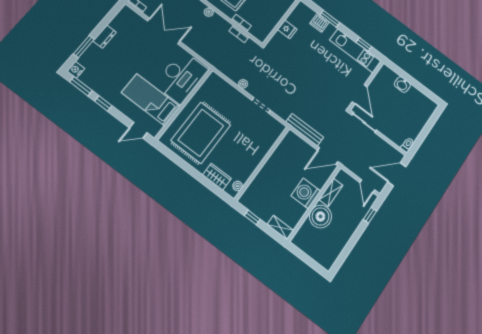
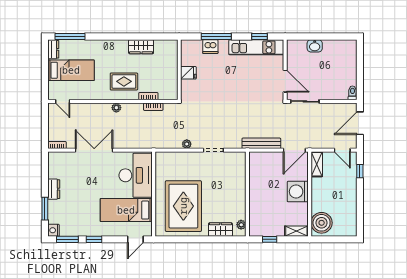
window: (330, 19) -> (216, 37), width x1.44
shelving: (331, 192) -> (317, 164), moved
boiler: (320, 216) -> (322, 223), moved

